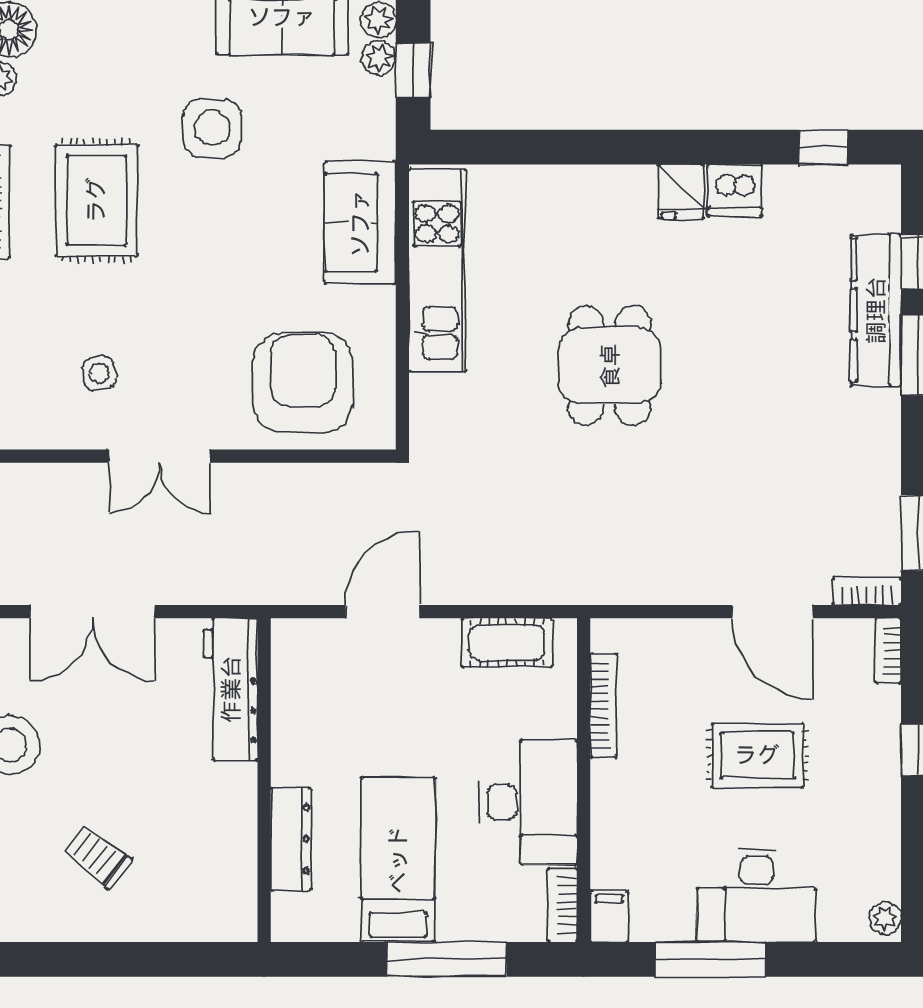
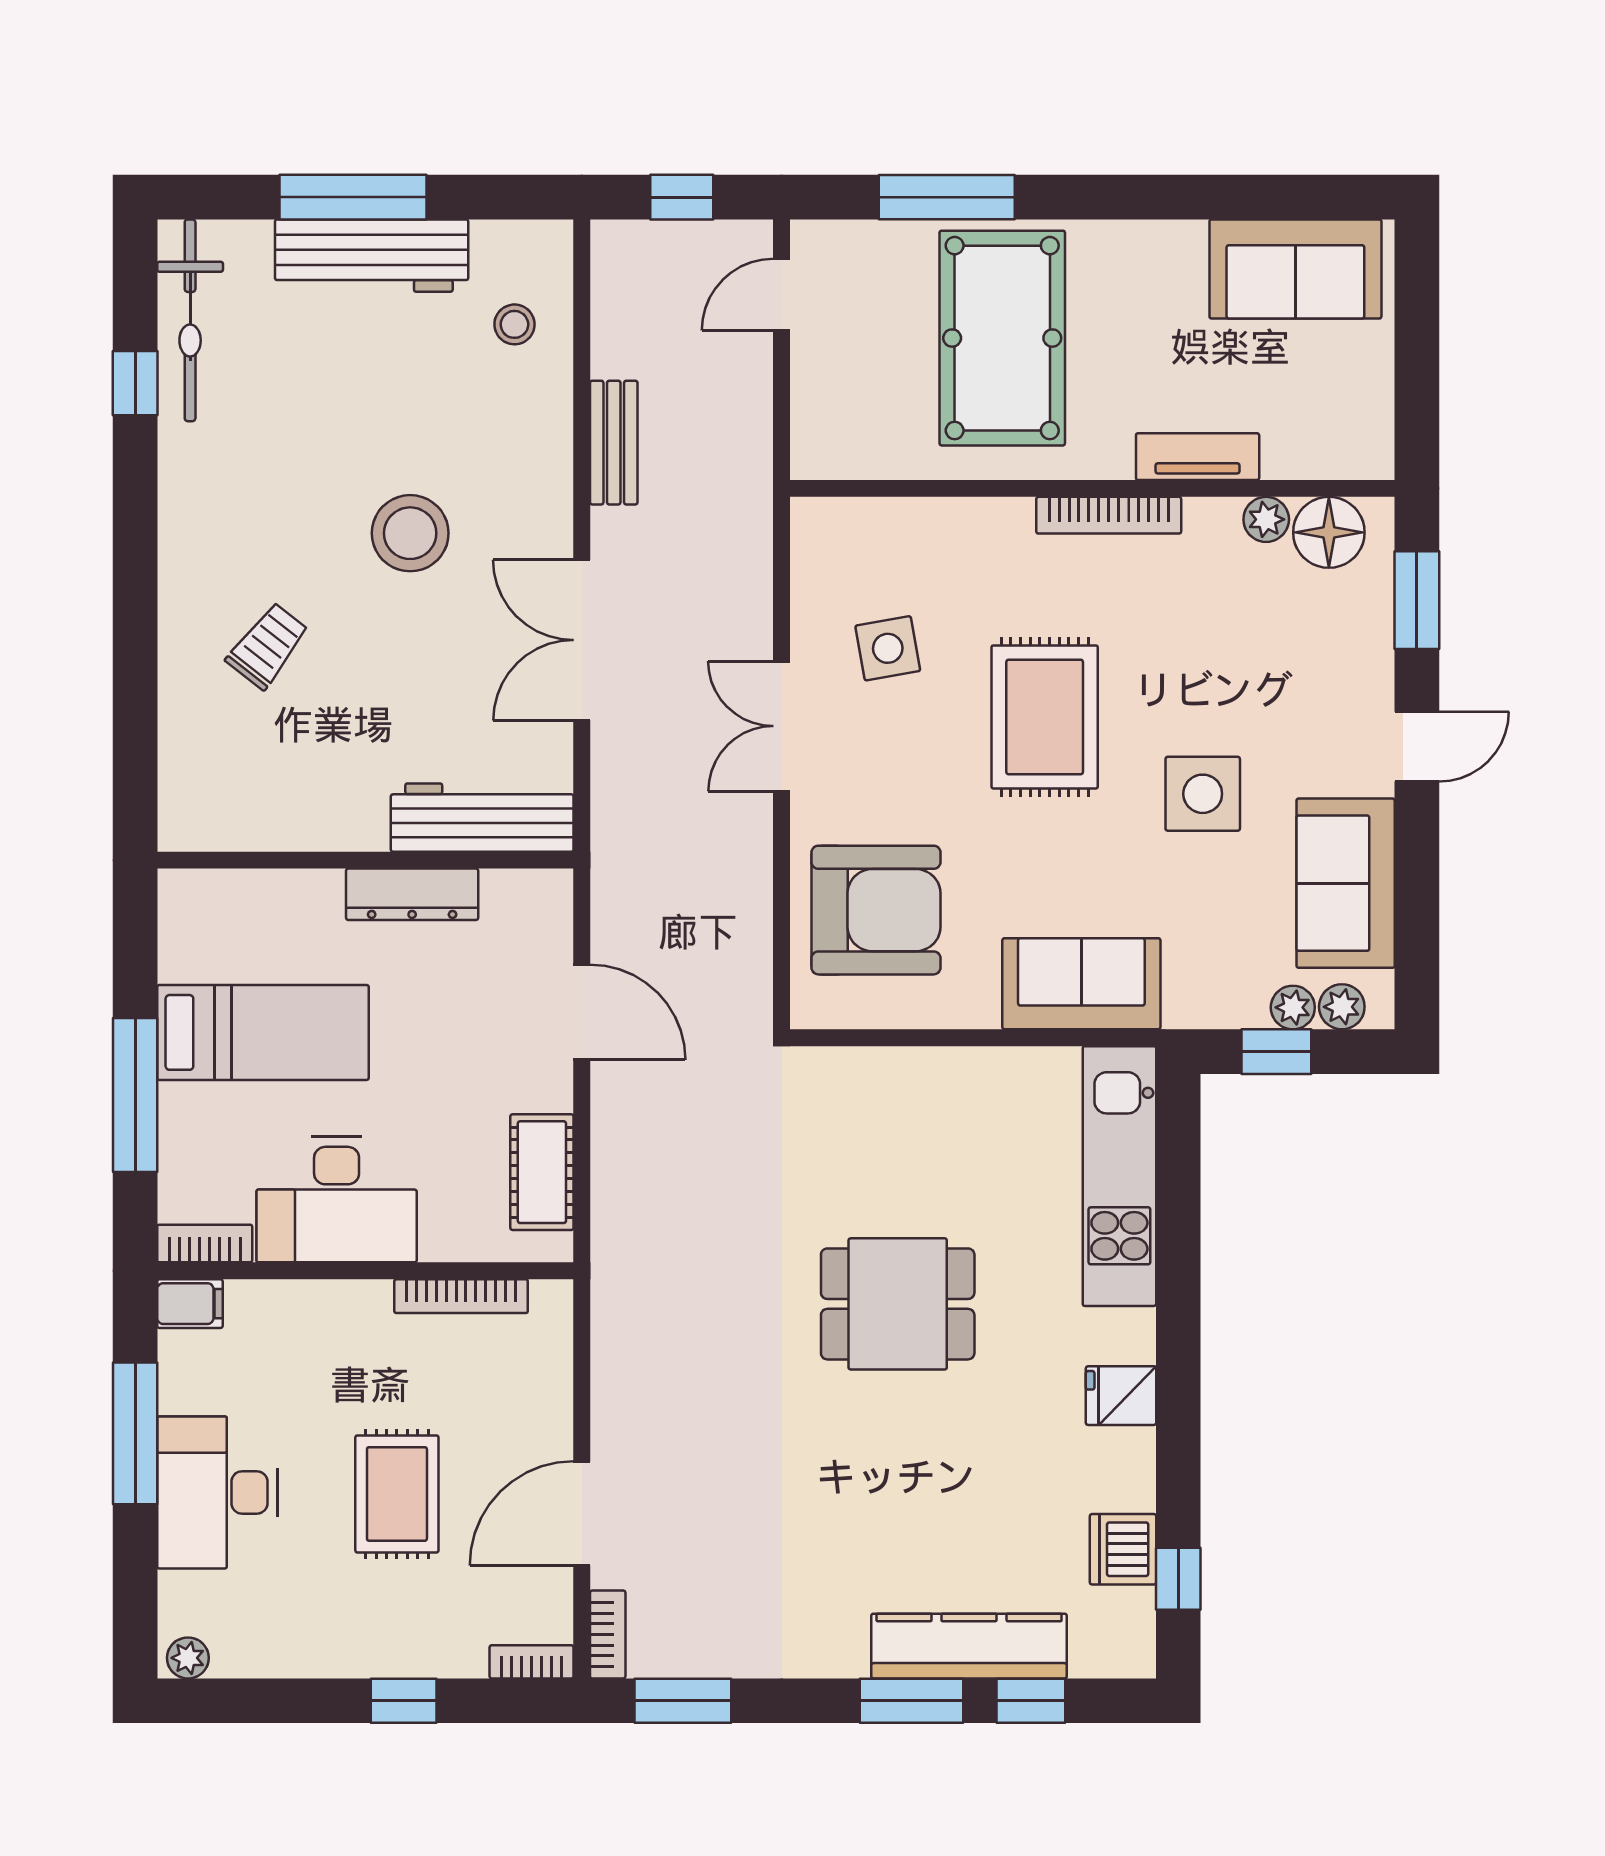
dishwasher: (735, 190) -> (1123, 1549), moved
rug: (96, 200) -> (1045, 717), moved, turned 90
kitchen unit: (437, 270) -> (1119, 1176), moved, turned 90
side table: (99, 373) -> (888, 648), width x1.37, depth x1.37
dresser: (291, 839) -> (412, 894), moved

